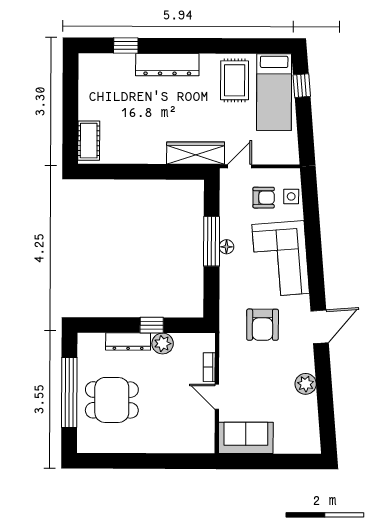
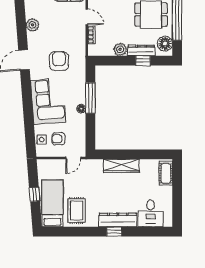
window: (126, 45) -> (114, 232), moved
desk: (114, 75) -> (151, 213), added
window: (302, 86) -> (34, 194), moved
wardrobe: (196, 153) -> (121, 166), moved
window: (212, 241) -> (90, 98), moved
window: (152, 325) -> (143, 61), moved
floor lamp: (89, 353) -> (165, 43), added

